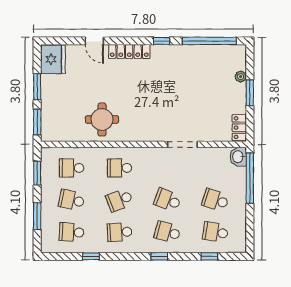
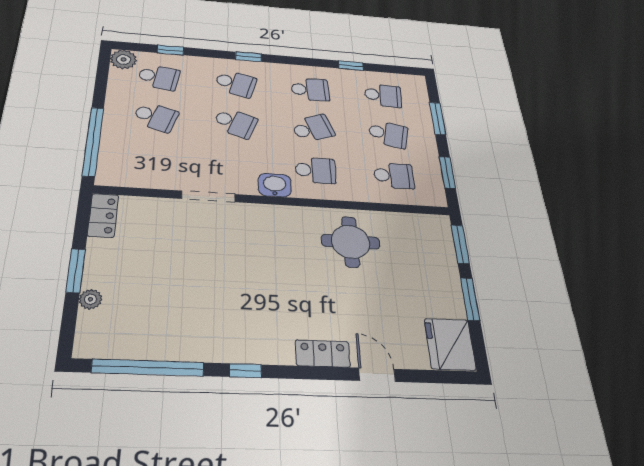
locker: (129, 51) -> (323, 354), width x0.66
washbasin: (238, 157) -> (275, 185), moved, turned -90
plant: (238, 245) -> (123, 59), added

